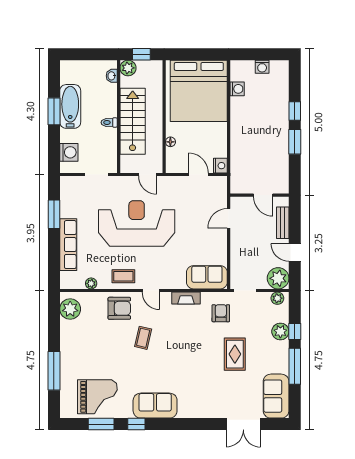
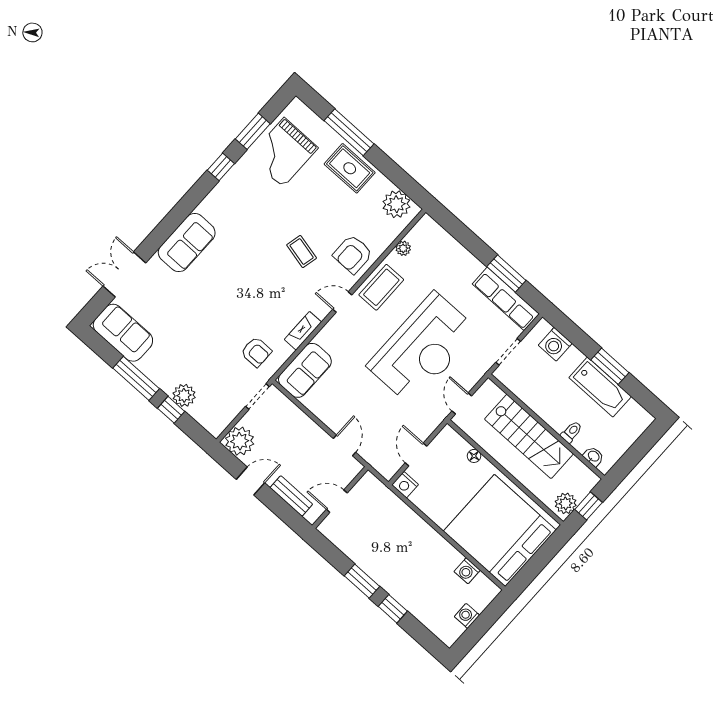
plant: (128, 68) -> (566, 503), moved
toilet: (109, 122) -> (571, 432), moved
door: (148, 175) -> (462, 403), hinge flipped
door: (198, 175) -> (416, 454), swing flipped
row of seats: (68, 245) -> (506, 299), moved
coffee table: (123, 276) -> (381, 287), width x1.36, depth x1.30
plant: (277, 298) -> (220, 422), removed
rug: (235, 354) -> (350, 168), moved
sofa: (155, 406) -> (187, 243), moved

